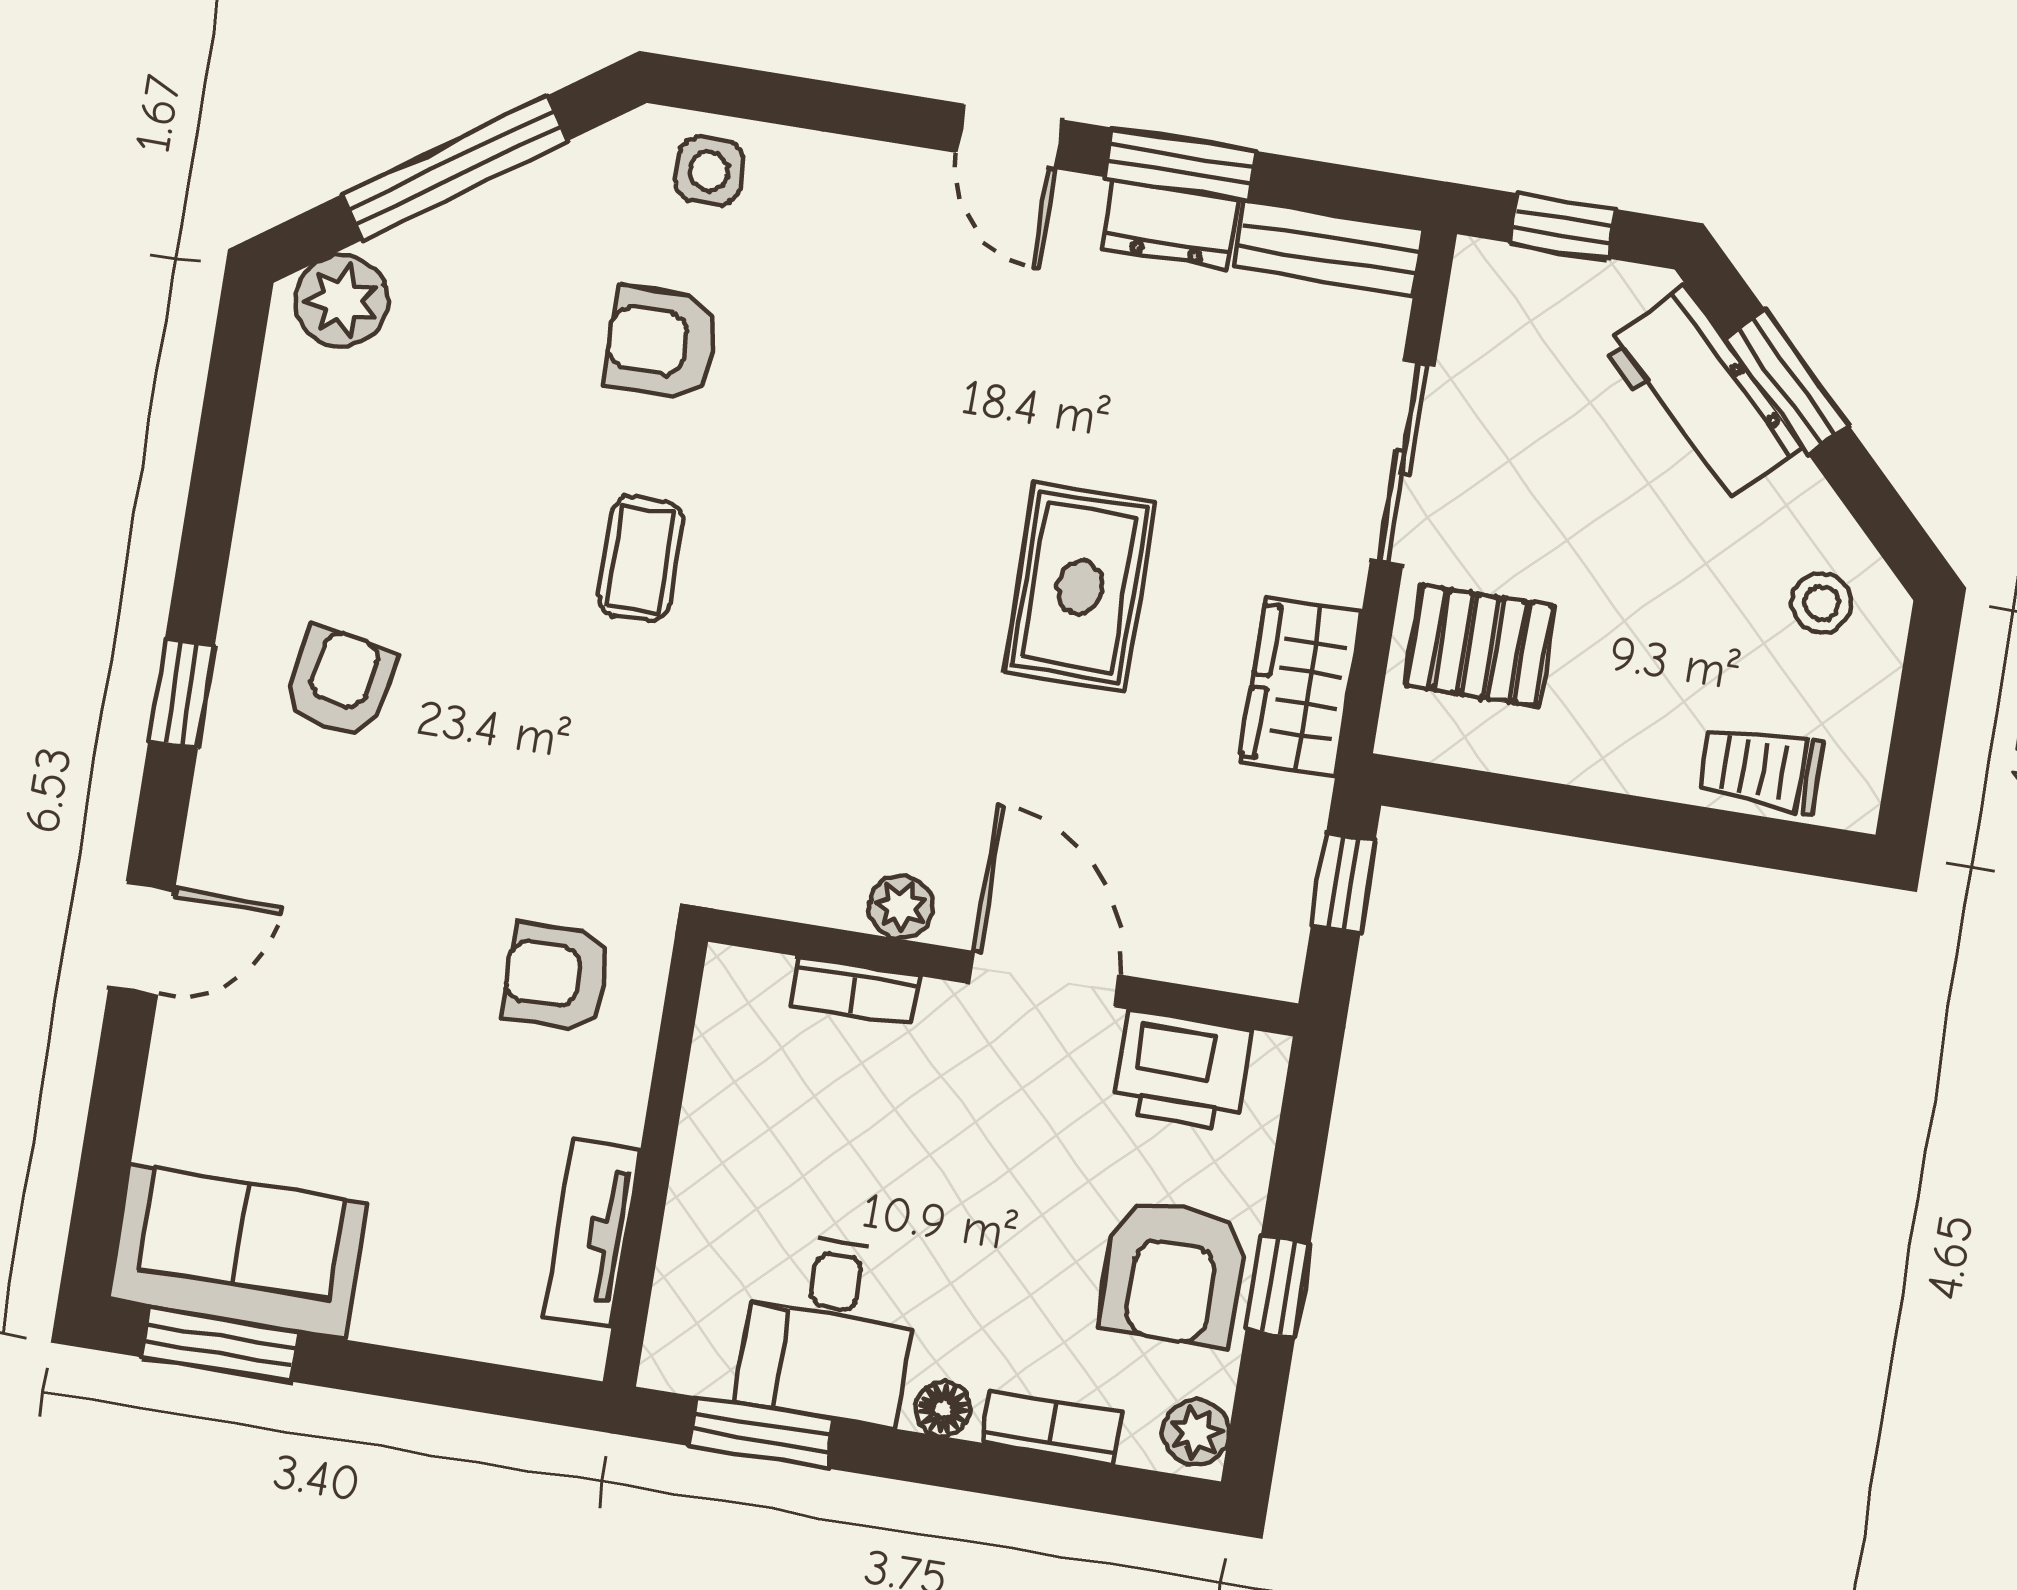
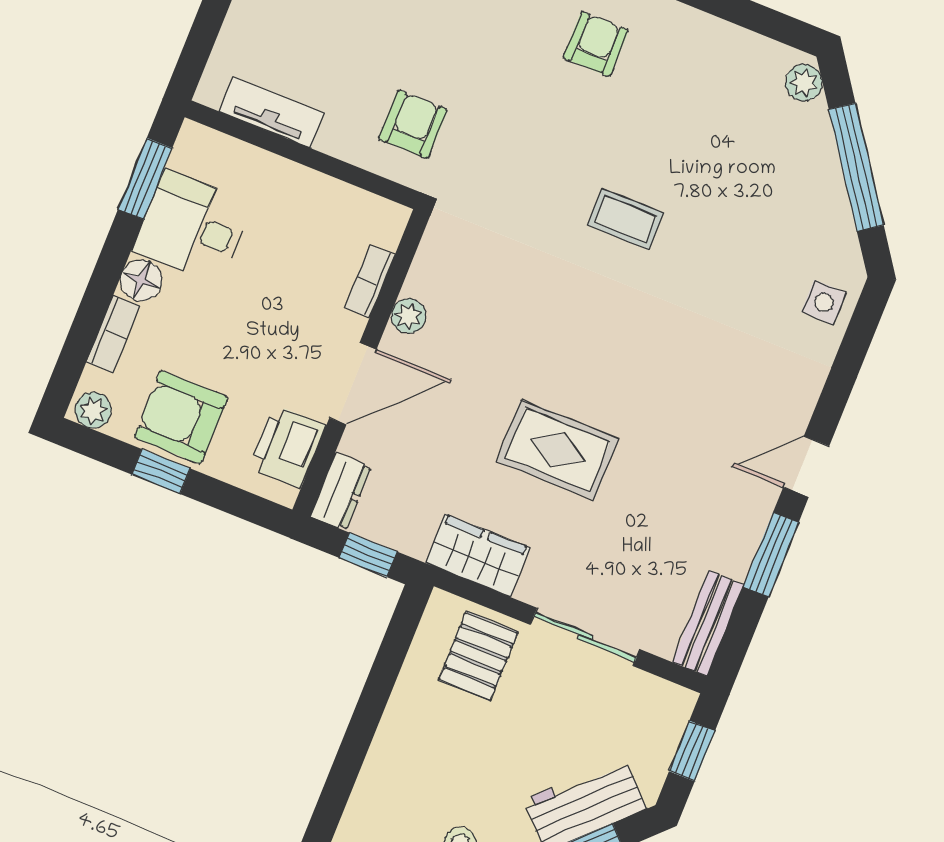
dresser: (1170, 224) -> (340, 492), moved, turned 180
plant: (342, 301) -> (804, 83), width x0.73, depth x0.73
armchair: (662, 343) -> (738, 256), removed
armchair: (340, 682) -> (596, 44), turned -101
trolley: (1761, 769) -> (379, 791), removed
floor lamp: (943, 1409) -> (141, 280), width x1.37, depth x1.37

